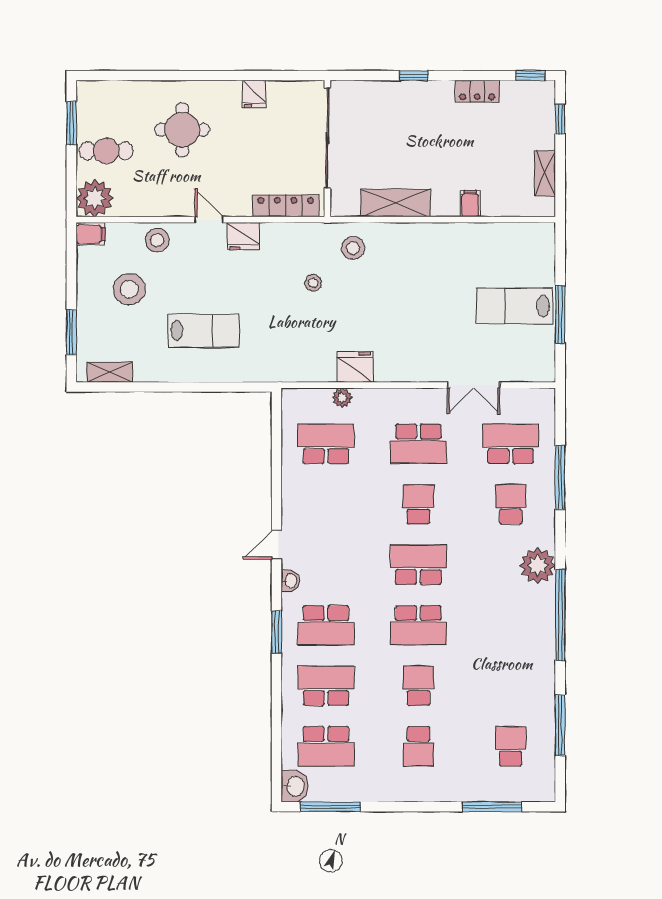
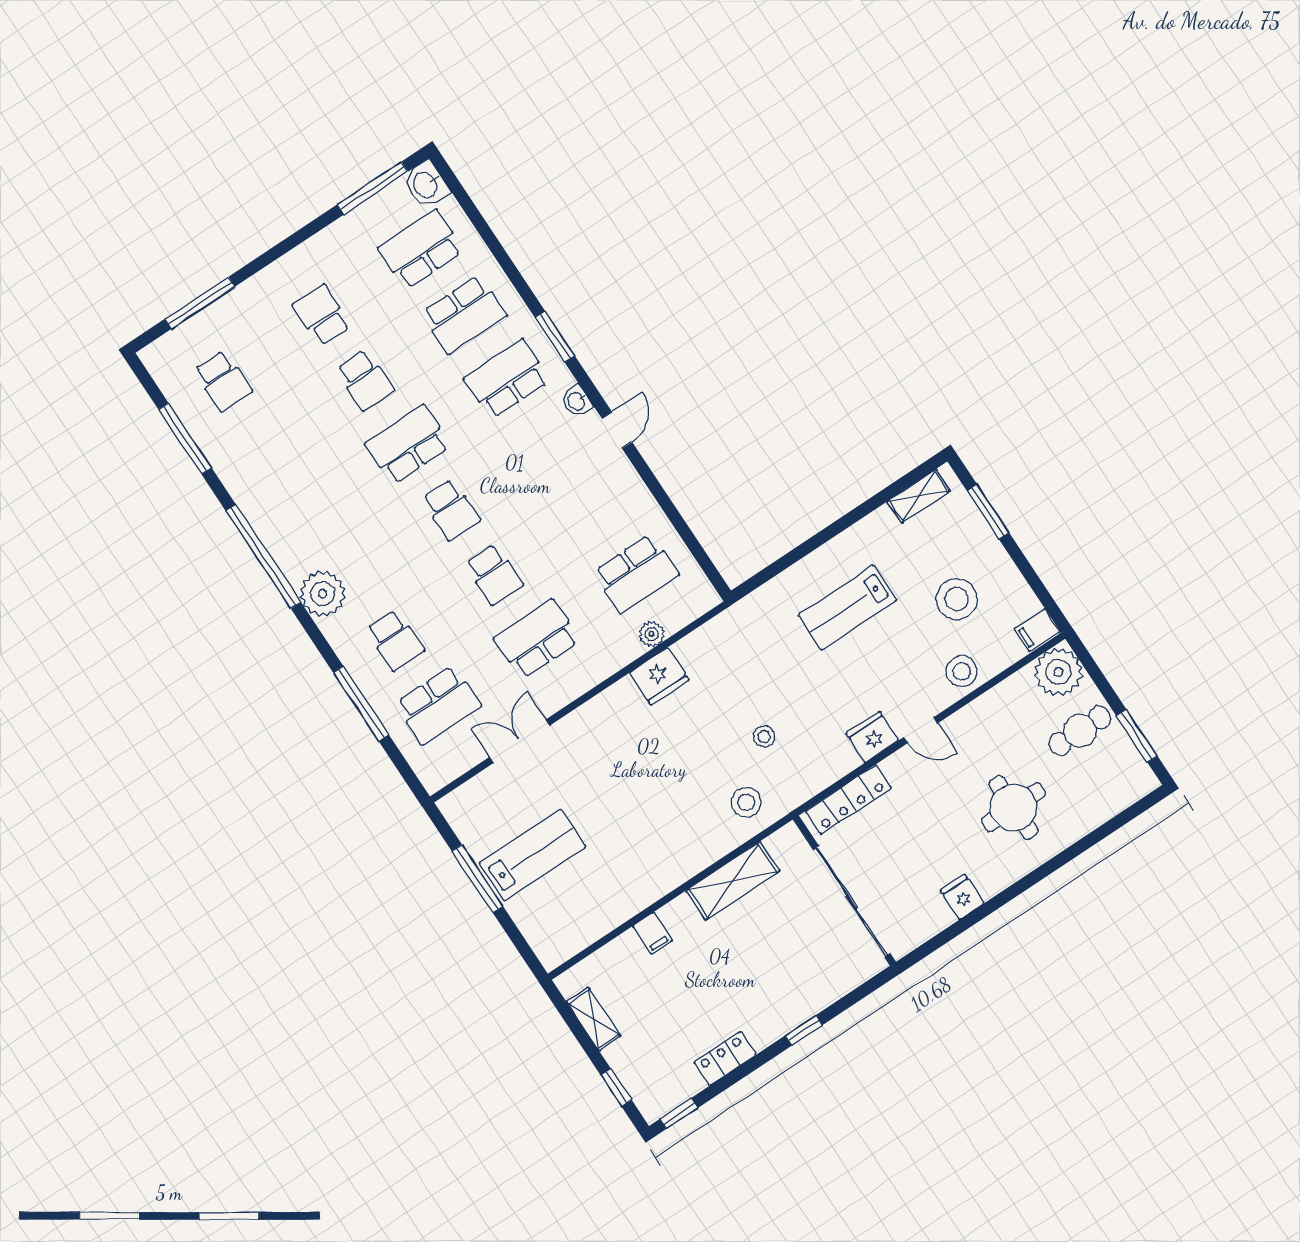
school desk: (418, 565) -> (451, 510), width x0.54

